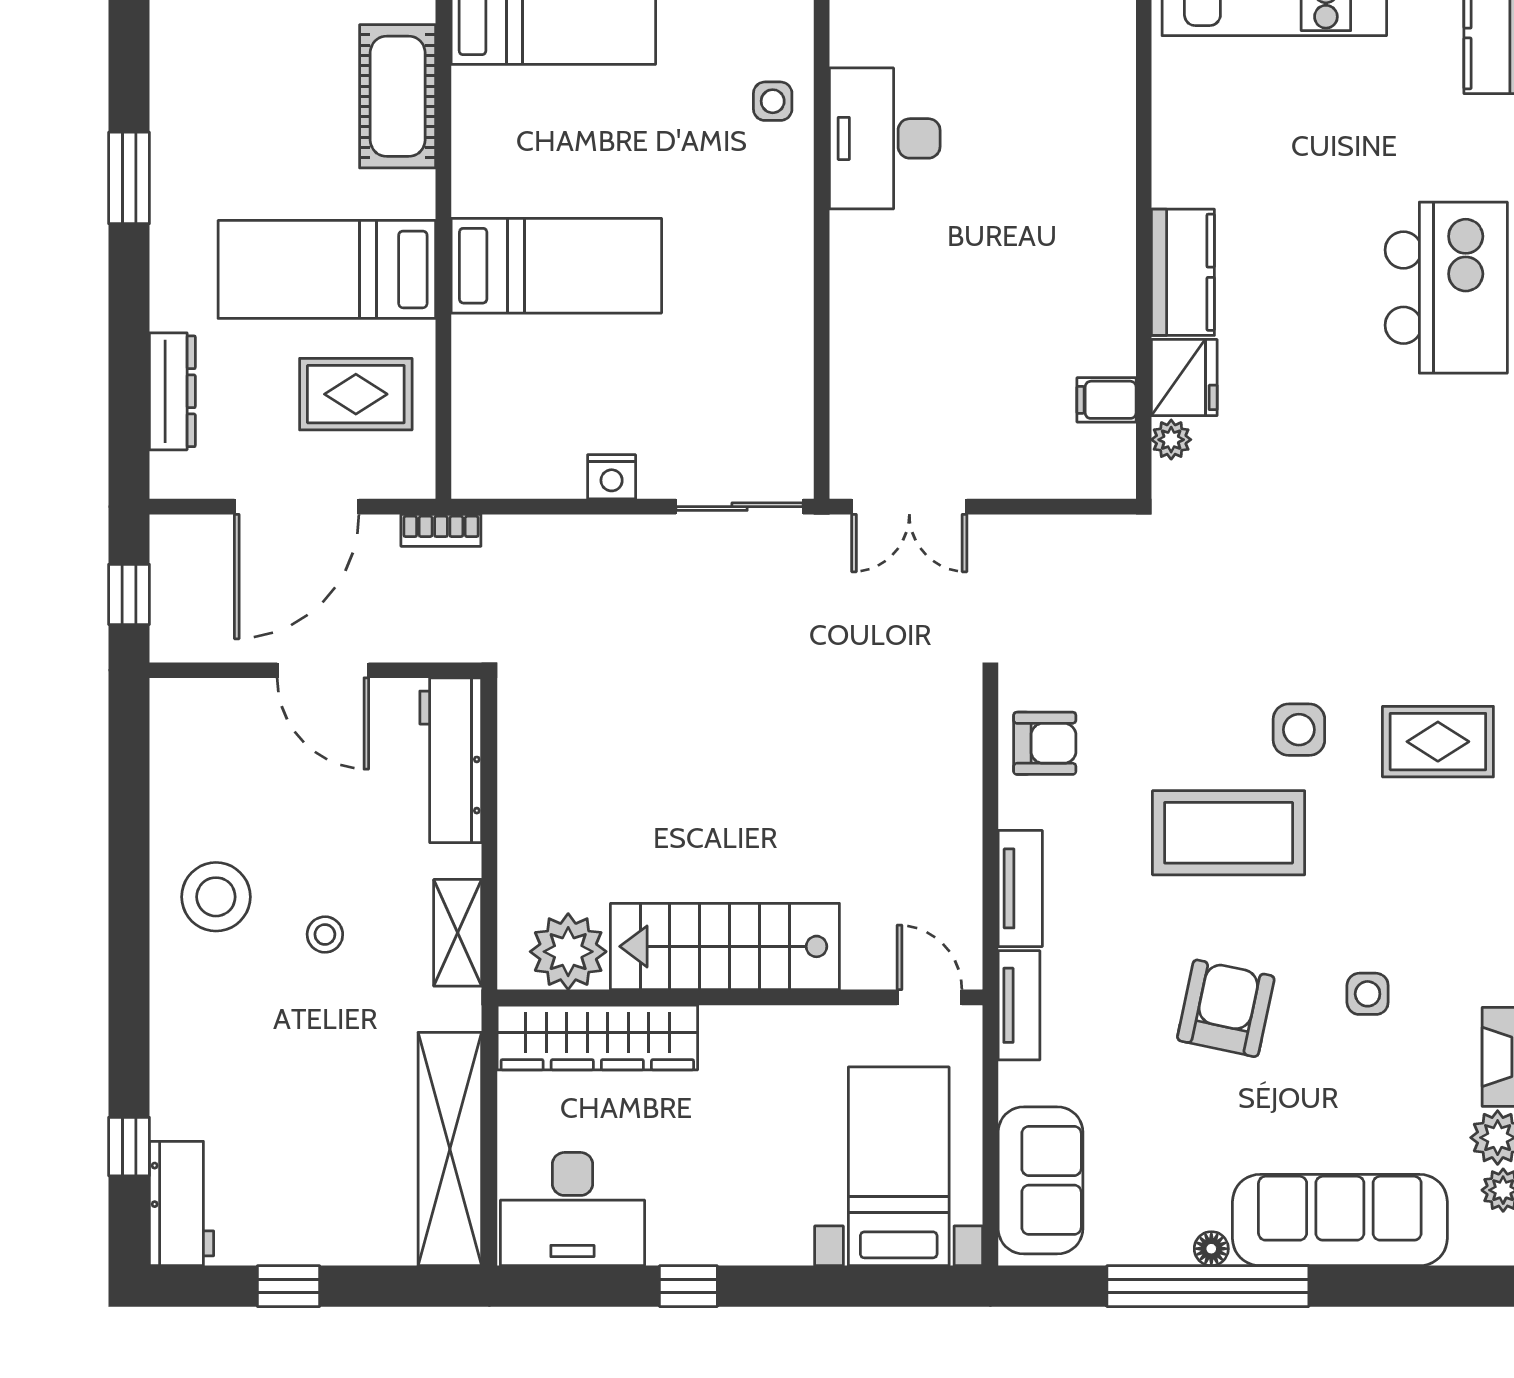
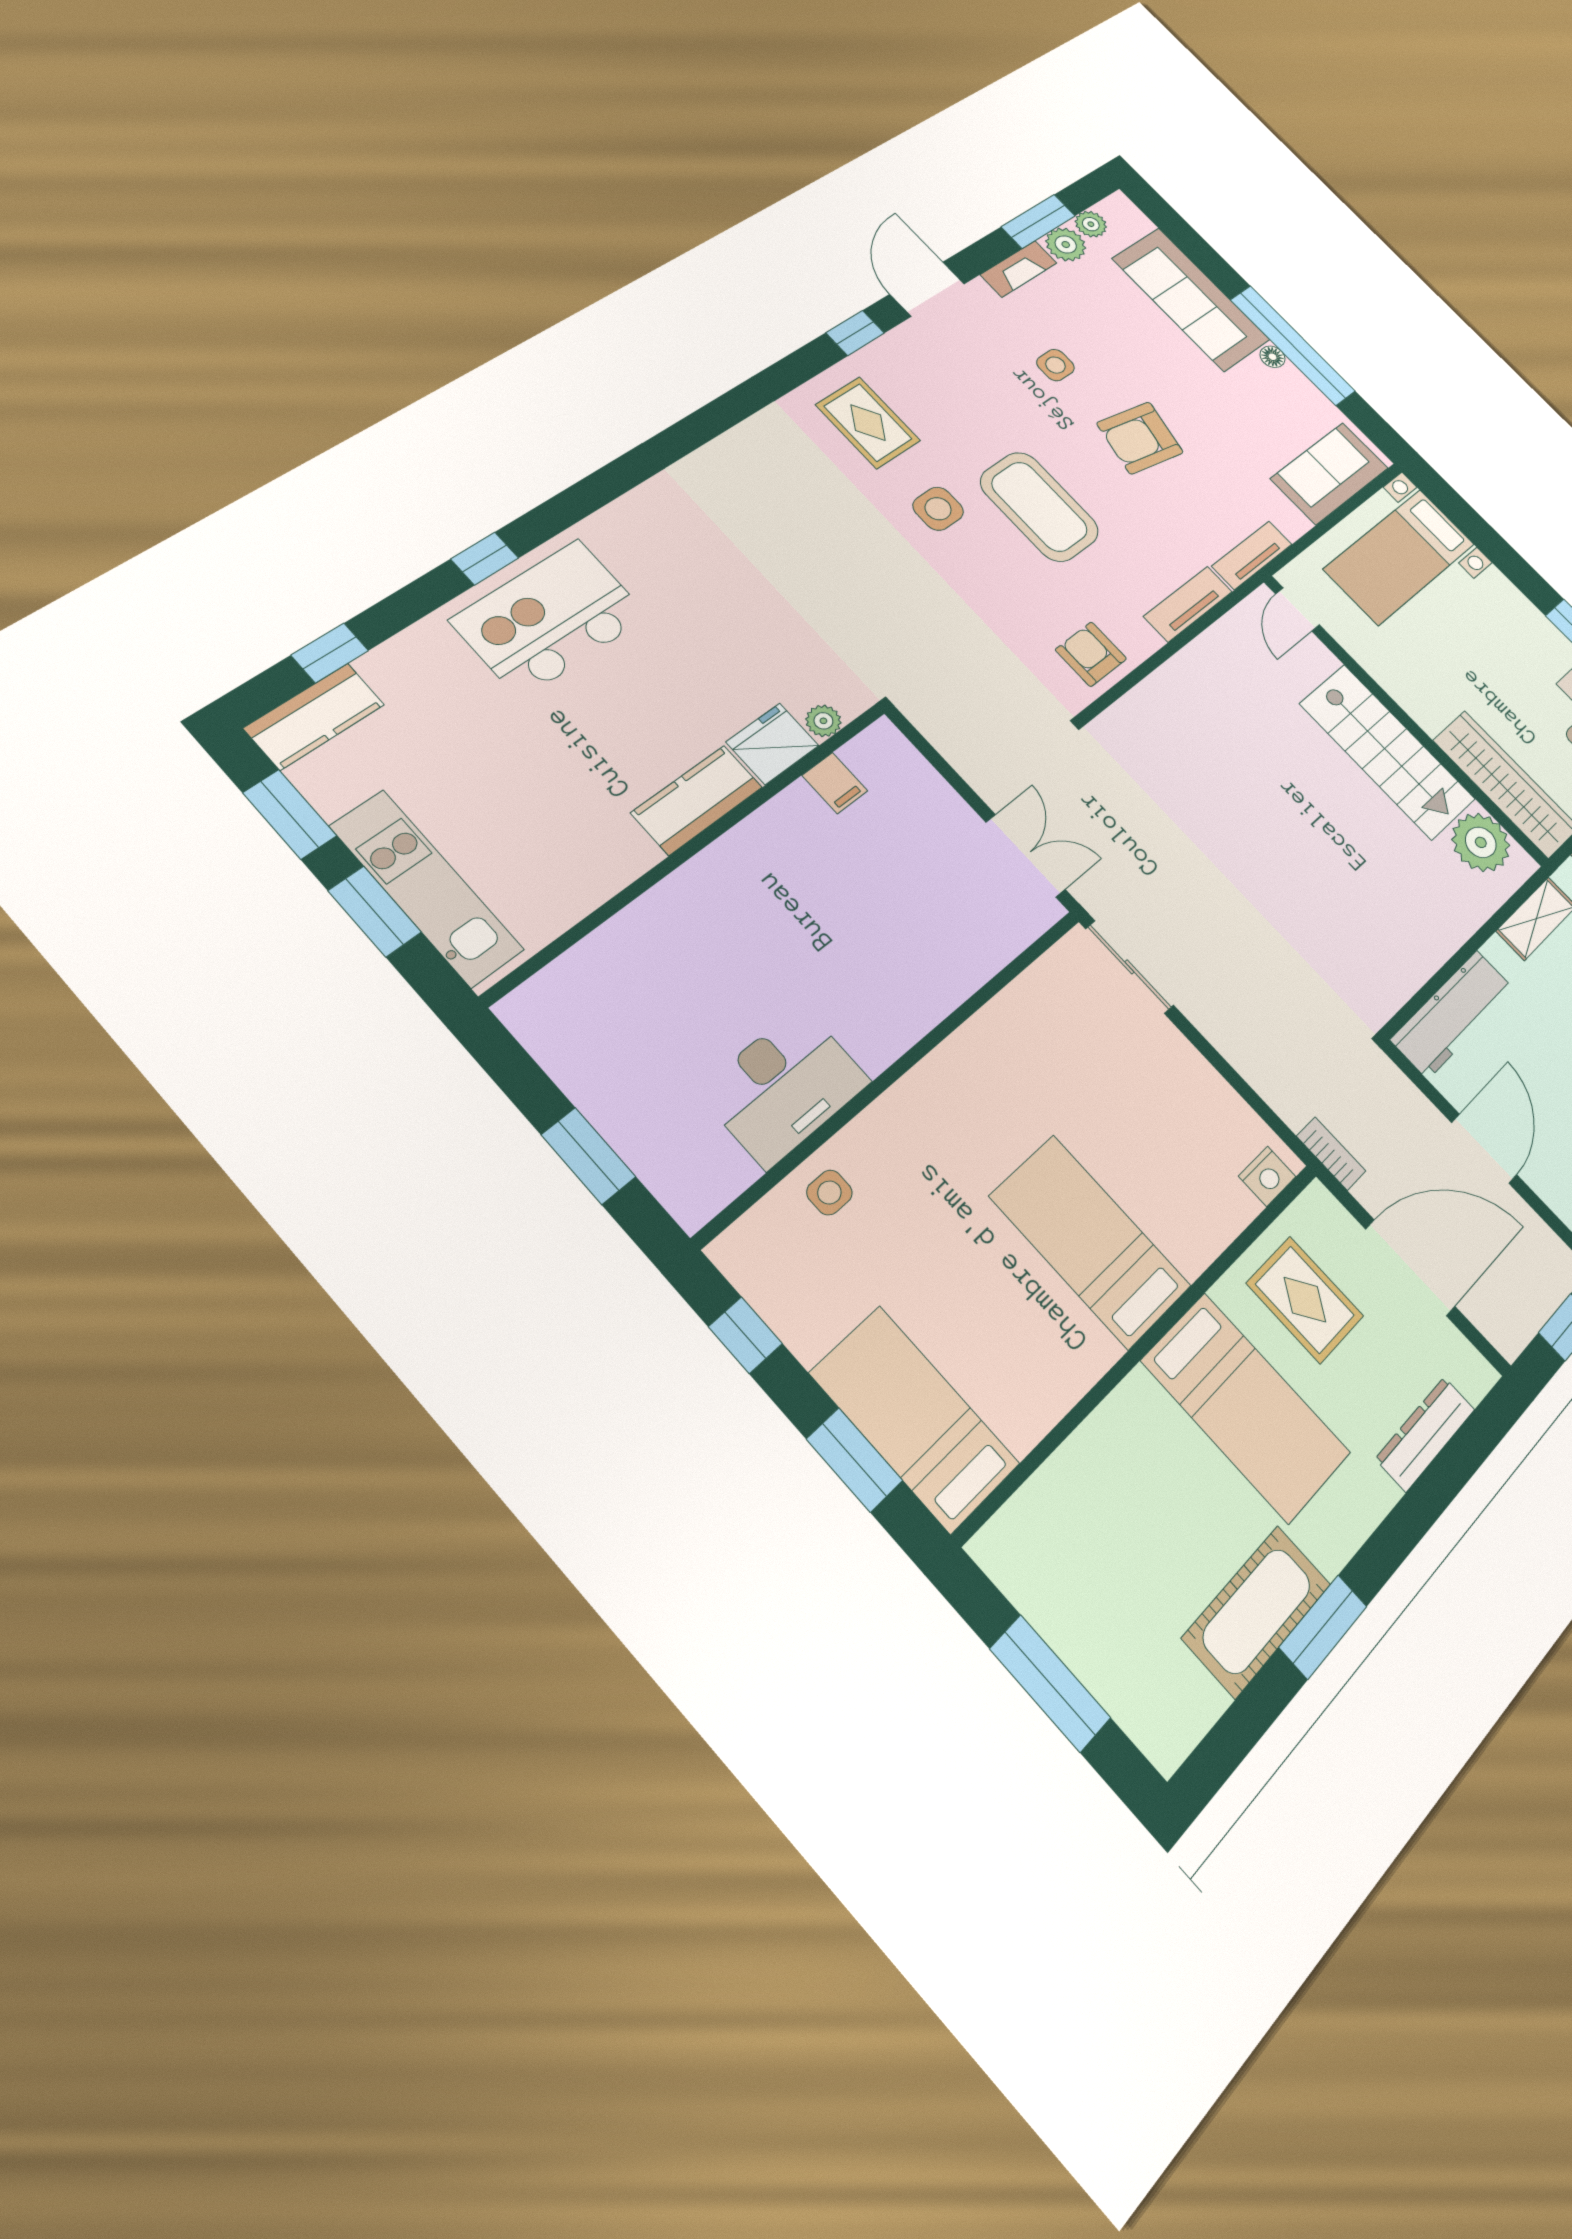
cot: (398, 96) -> (1257, 1611), moved
nightstand: (612, 477) -> (1267, 1176), moved, turned 90

